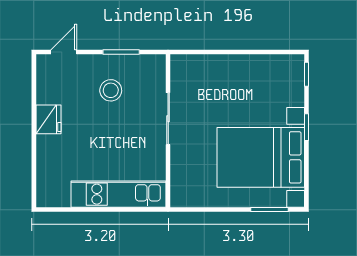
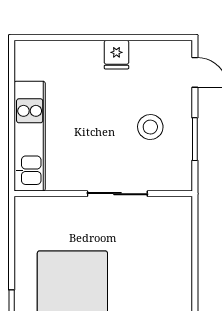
fridge: (48, 119) -> (116, 55), width x0.72

